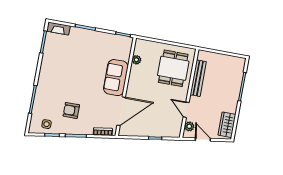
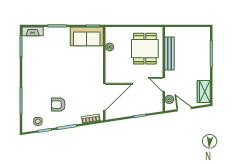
sofa: (116, 78) -> (87, 36), moved, turned -90

